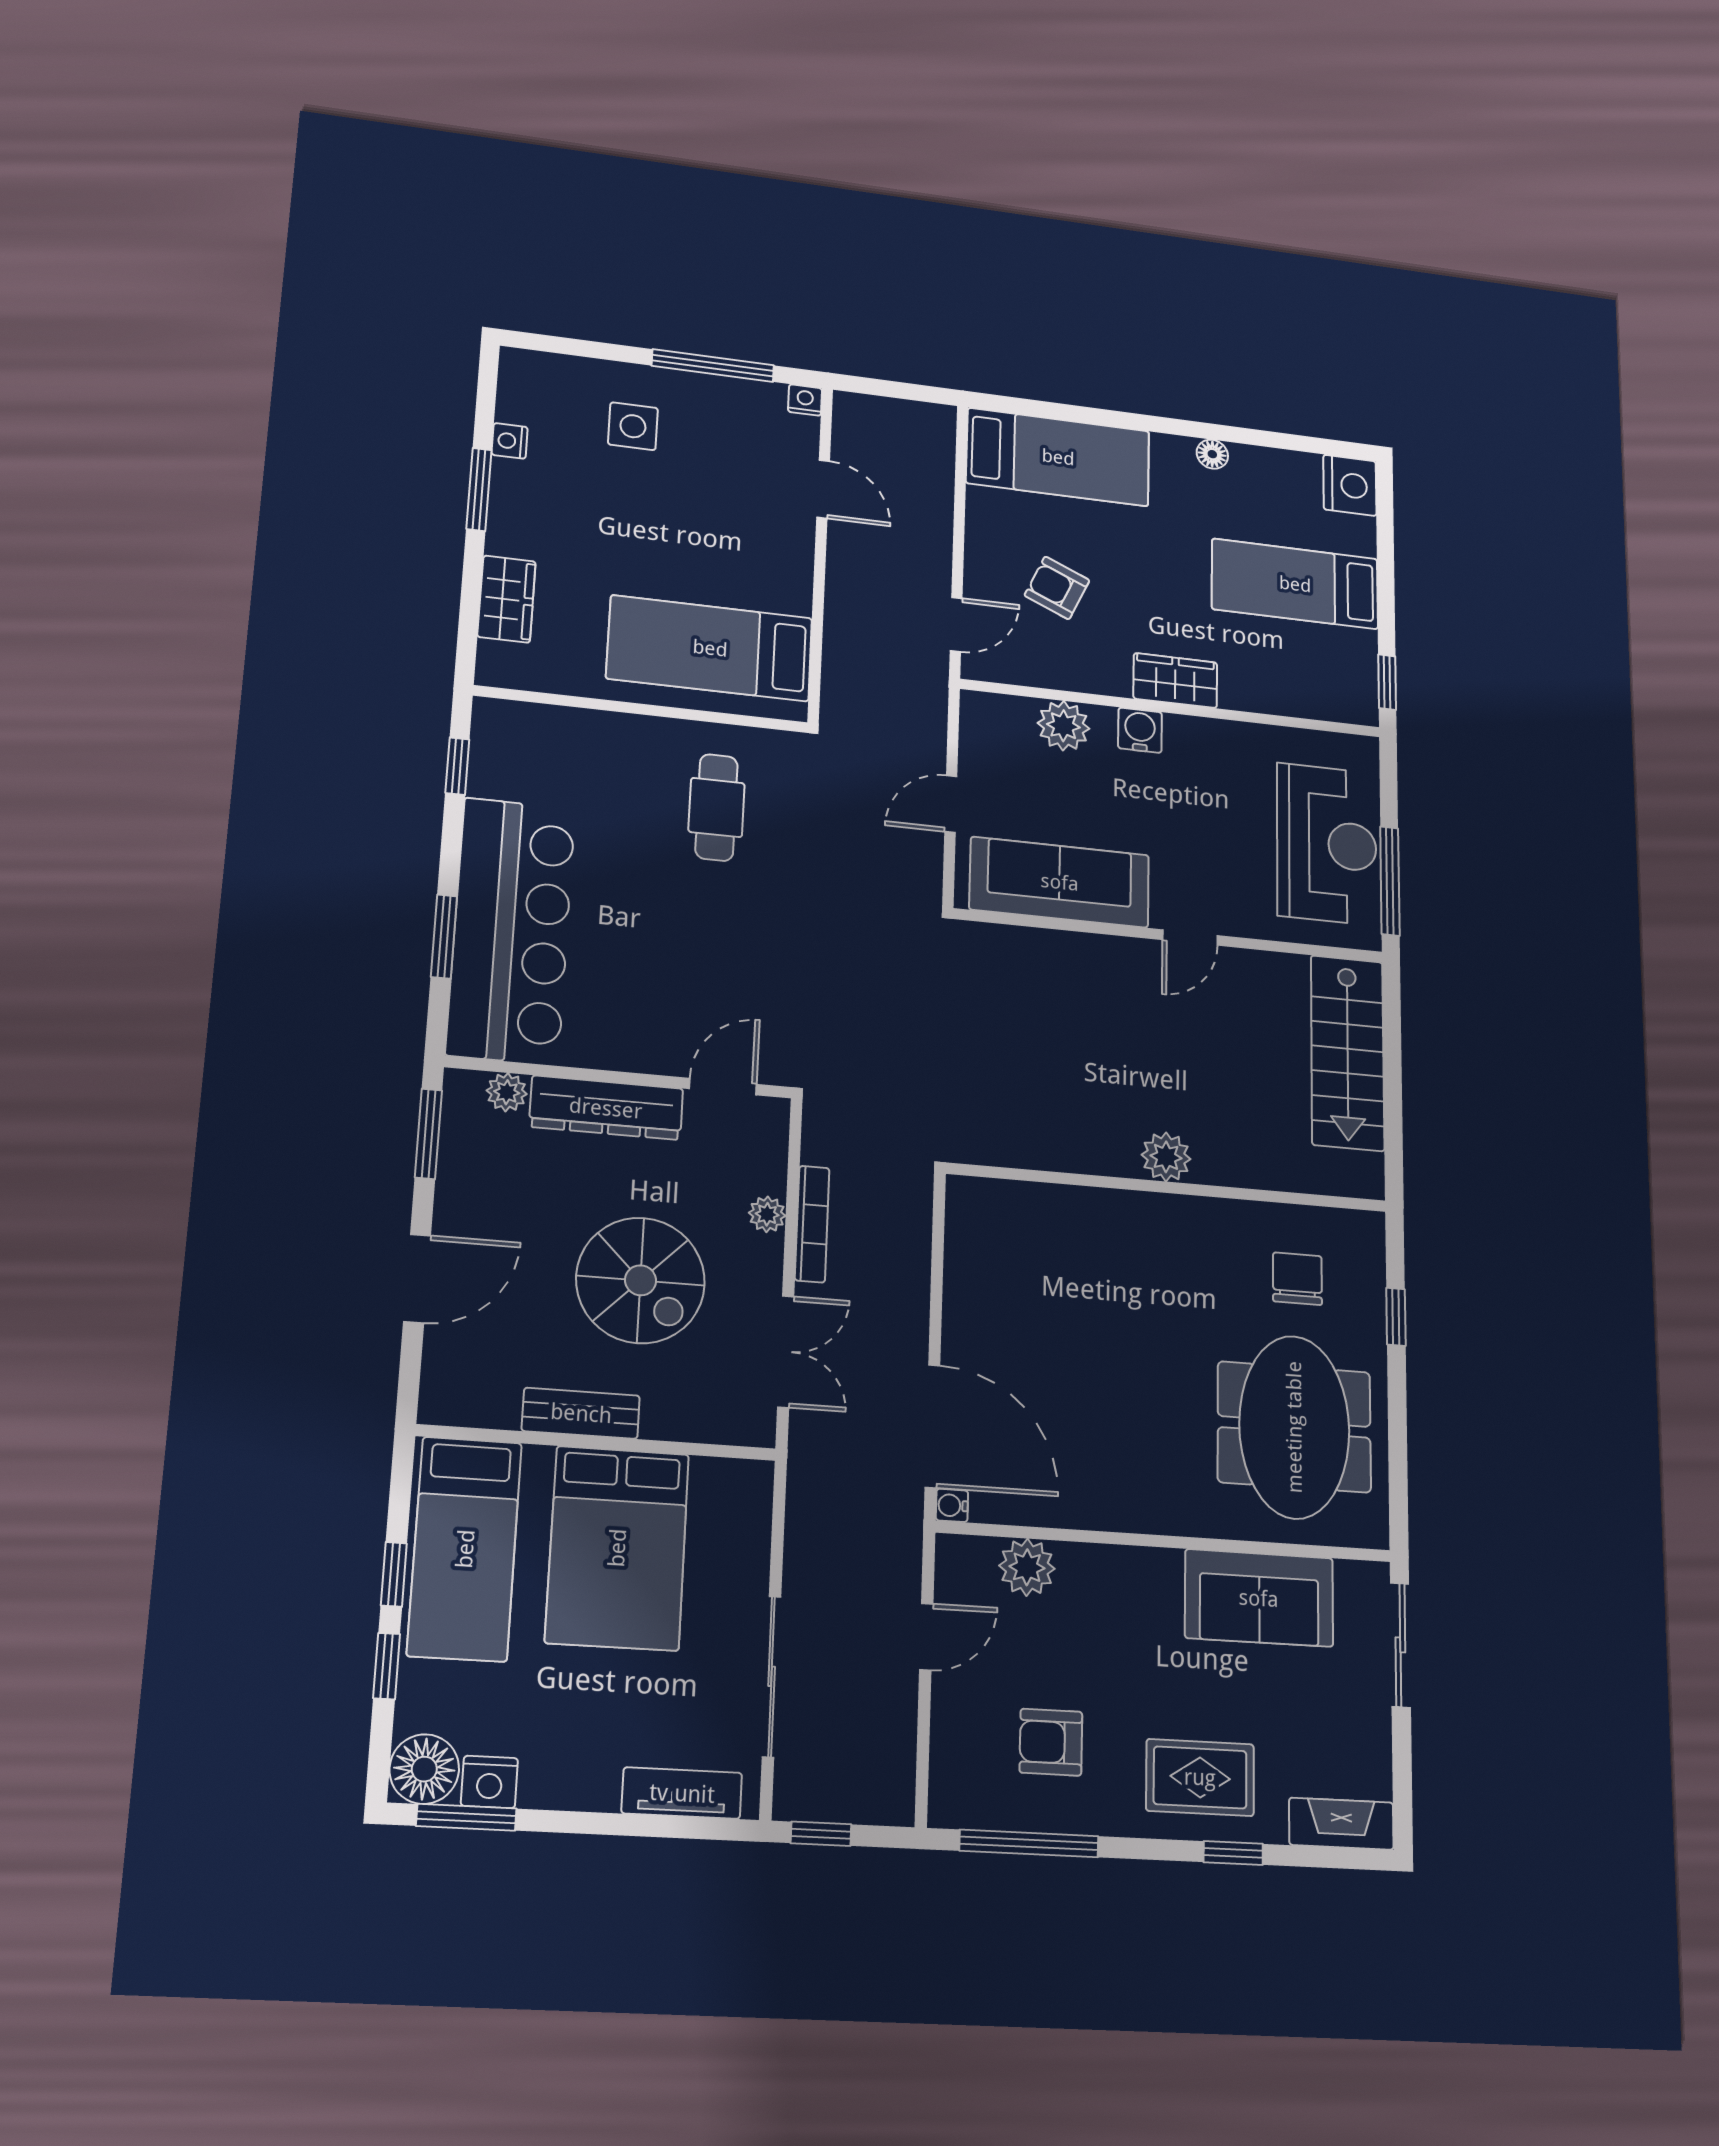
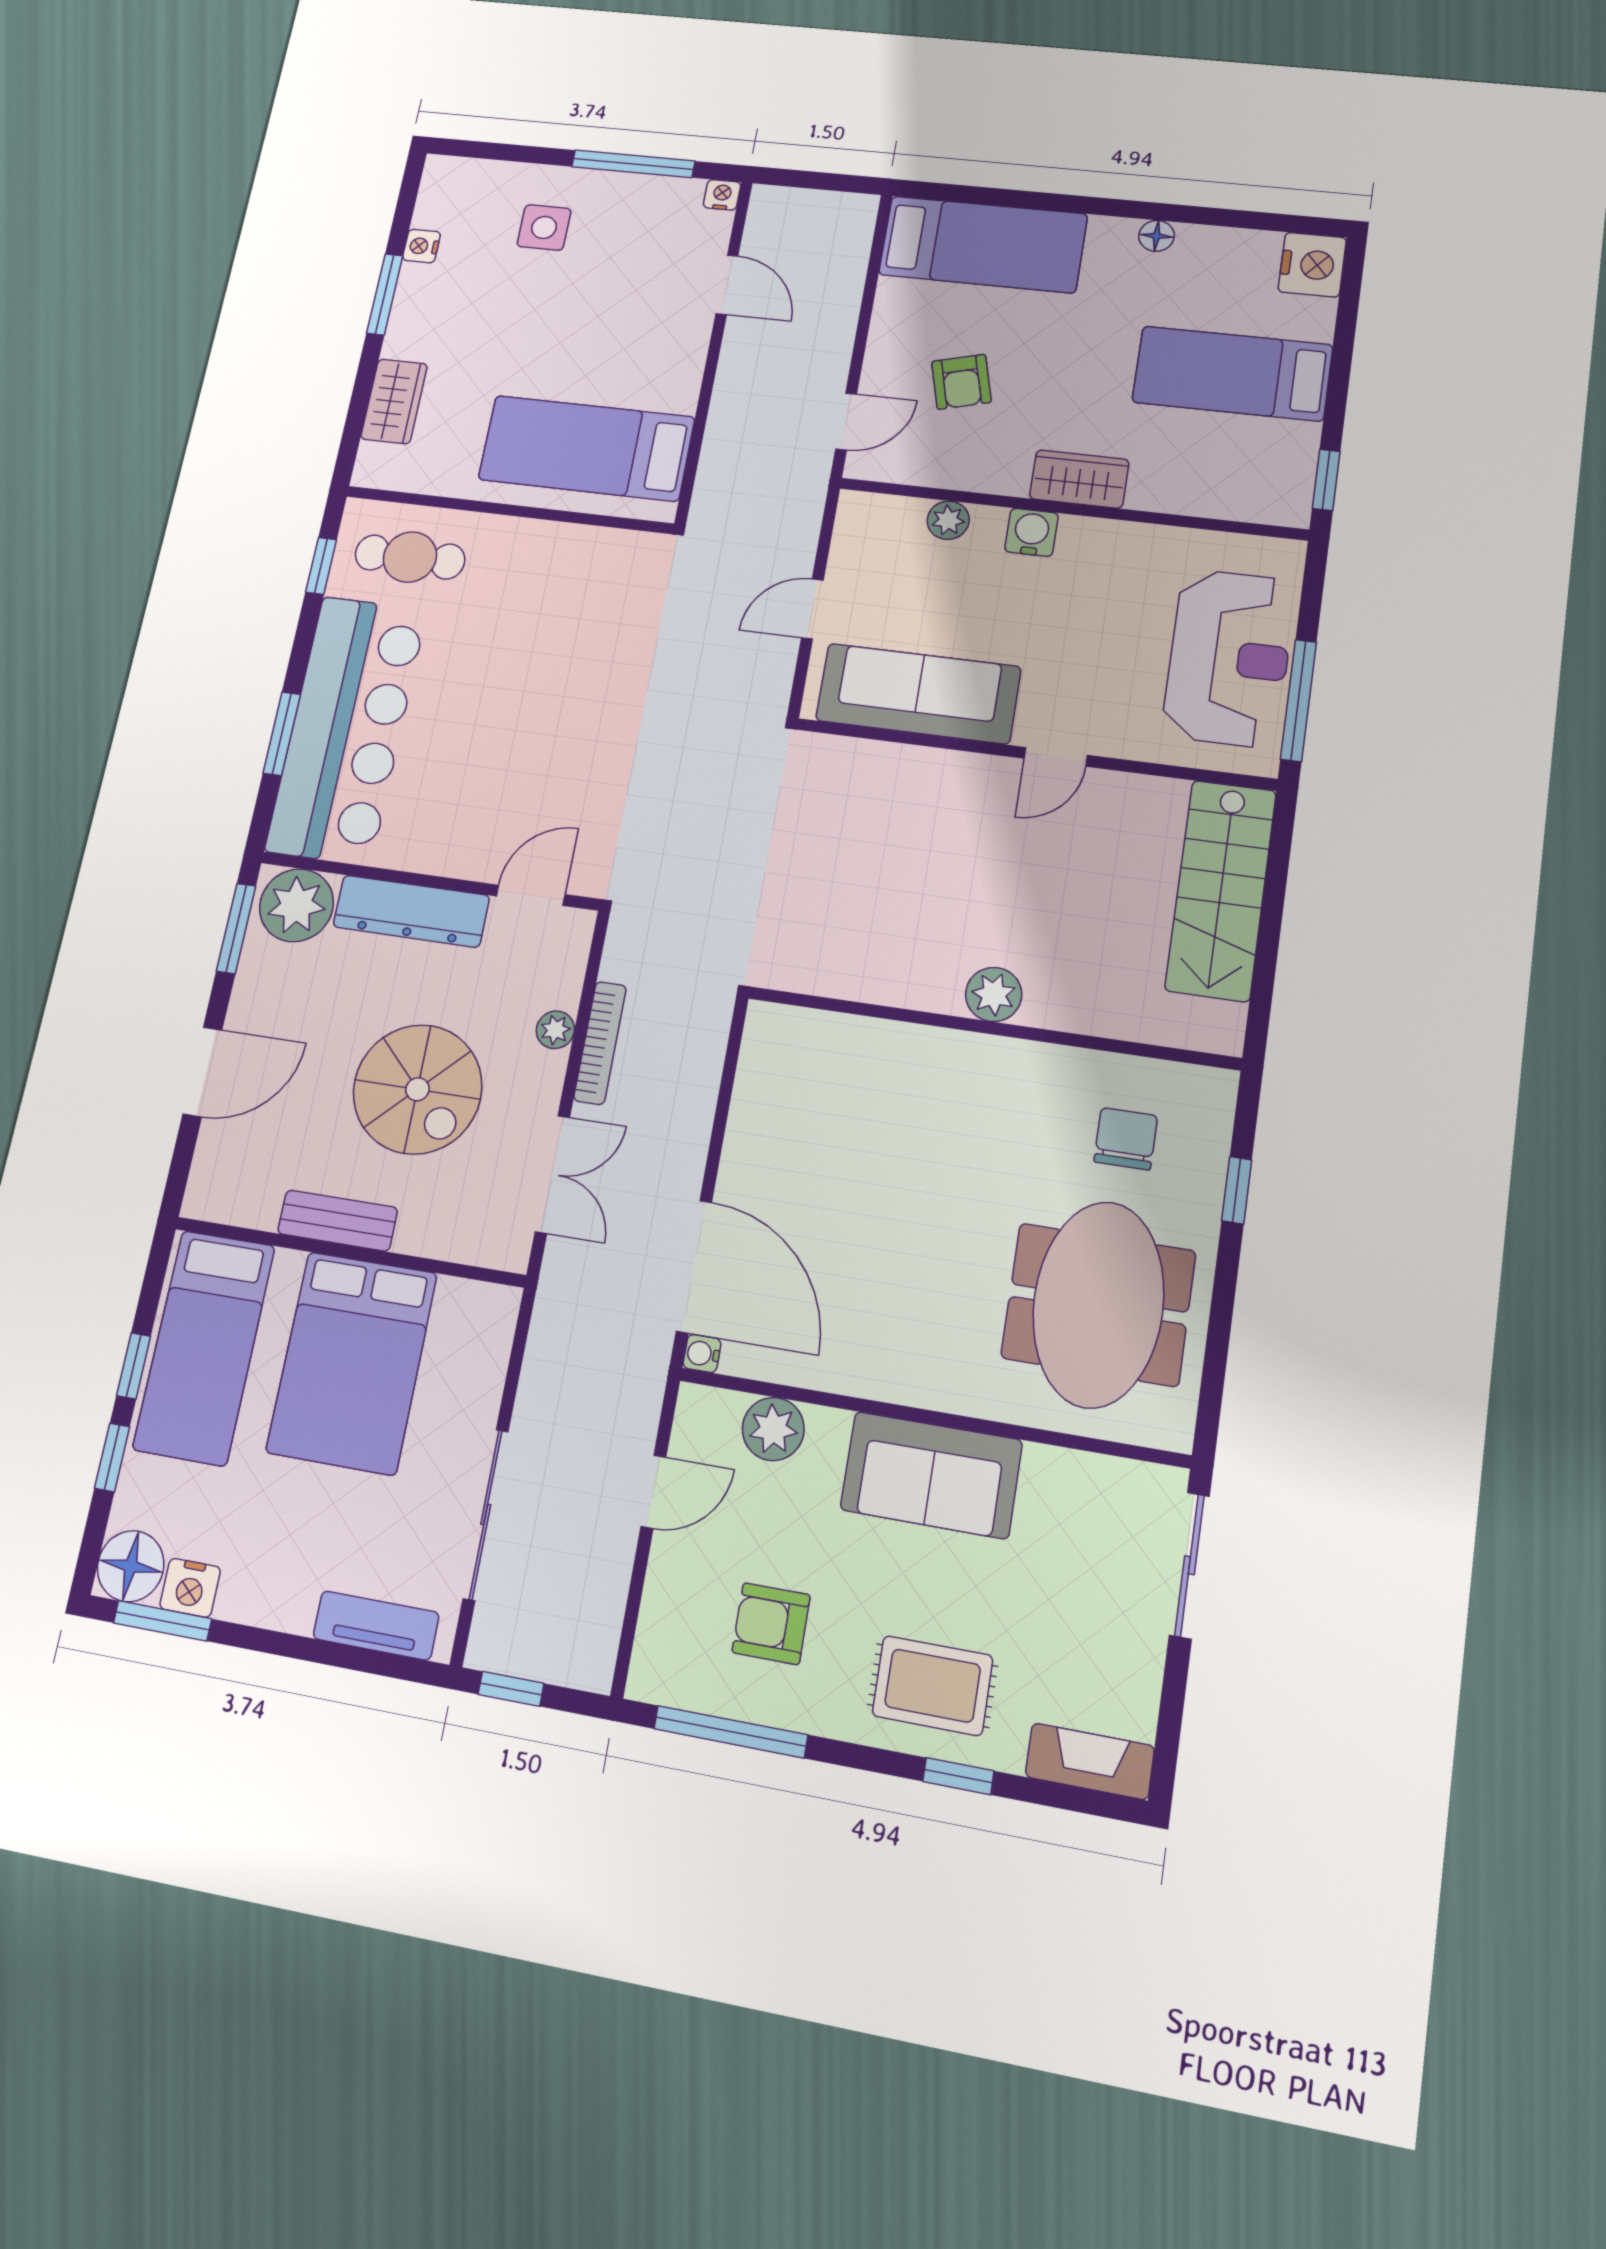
armchair: (1057, 588) -> (961, 382), turned -129
plant: (1063, 726) -> (948, 520), width x0.73, depth x0.73
cafe table: (716, 807) -> (410, 557), moved, turned 90
plant: (507, 1092) -> (296, 905), width x1.88, depth x1.88
sofa: (1259, 1598) -> (931, 1475), moved

